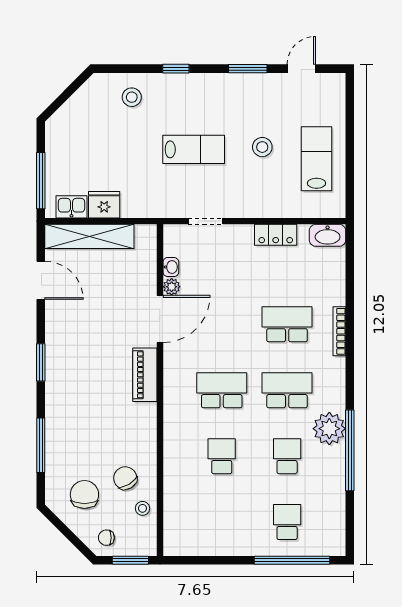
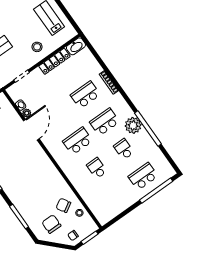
stool: (262, 147) -> (37, 47), moved
locker: (276, 235) -> (54, 61), width x1.53
piano: (145, 375) -> (41, 157), removed
school desk: (287, 522) -> (143, 176), width x1.85

